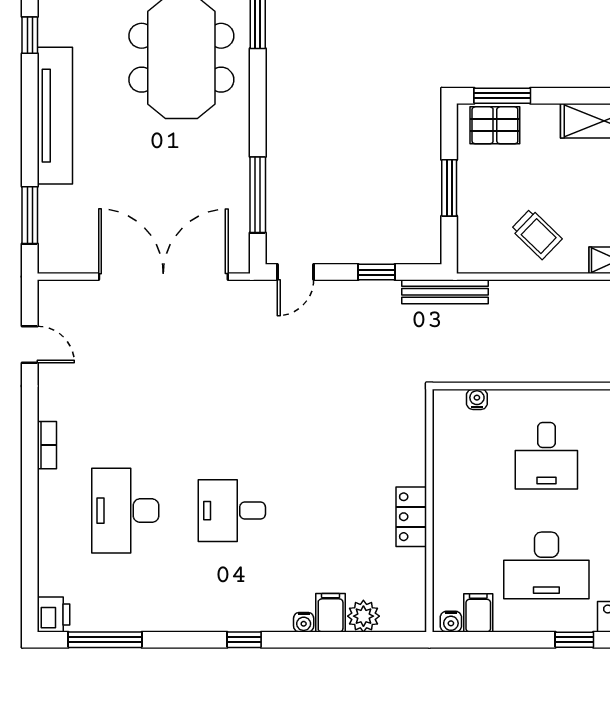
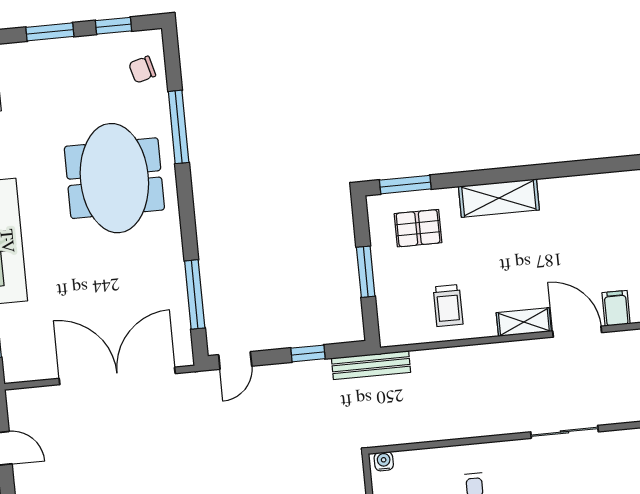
pallet: (495, 125) -> (418, 228), moved
trolley: (536, 234) -> (448, 306), turned 46
water cooler: (477, 399) -> (384, 461), moved

